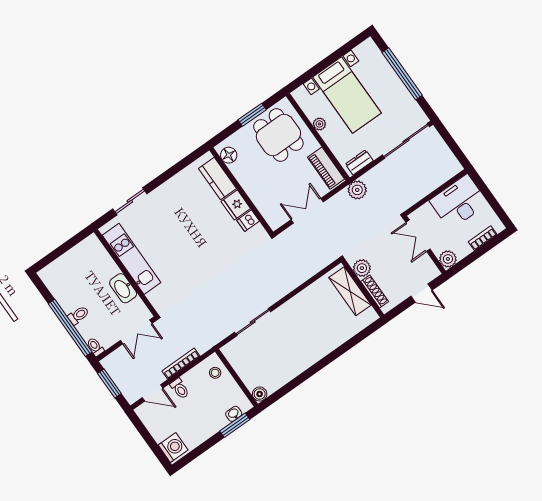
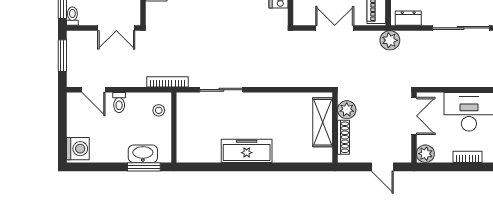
double door: (418, 236) -> (414, 116), swing flipped
freezer: (306, 356) -> (247, 151), added
bookcase: (181, 364) -> (167, 82), moved
boiler: (260, 394) -> (184, 155), removed
washbasin: (234, 414) -> (143, 154), width x1.91, depth x1.45

